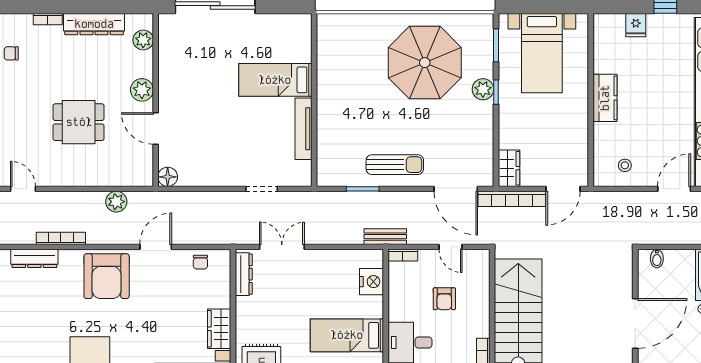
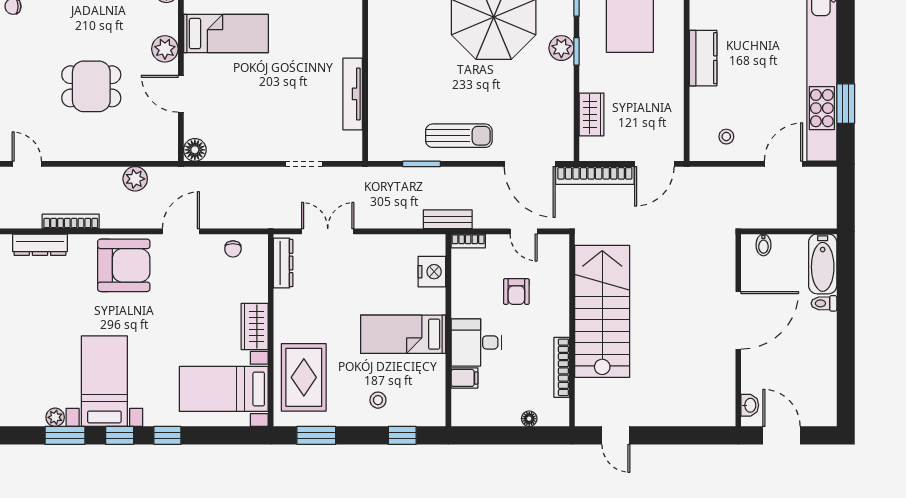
bed: (275, 80) -> (226, 34), moved, turned 180
wardrobe: (509, 168) -> (592, 114), moved
armchair: (107, 276) -> (124, 265), turned -90

